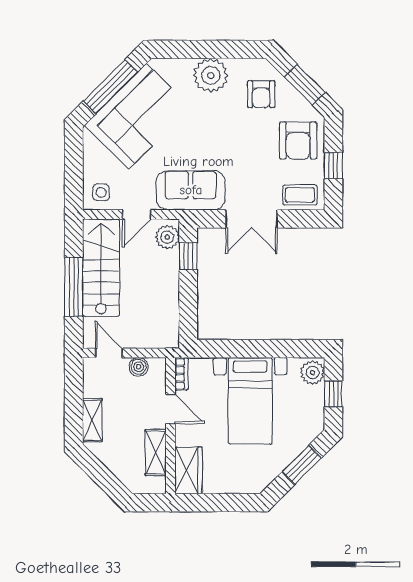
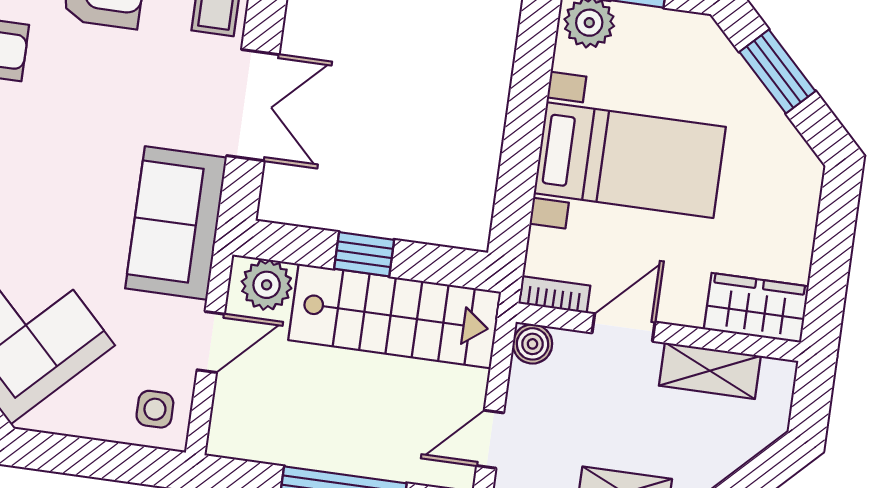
door: (137, 214) -> (211, 342), hinge flipped
window: (188, 256) -> (364, 254), moved
stairs: (101, 268) -> (395, 316), moved, turned 180
boiler: (139, 367) -> (532, 344), moved

